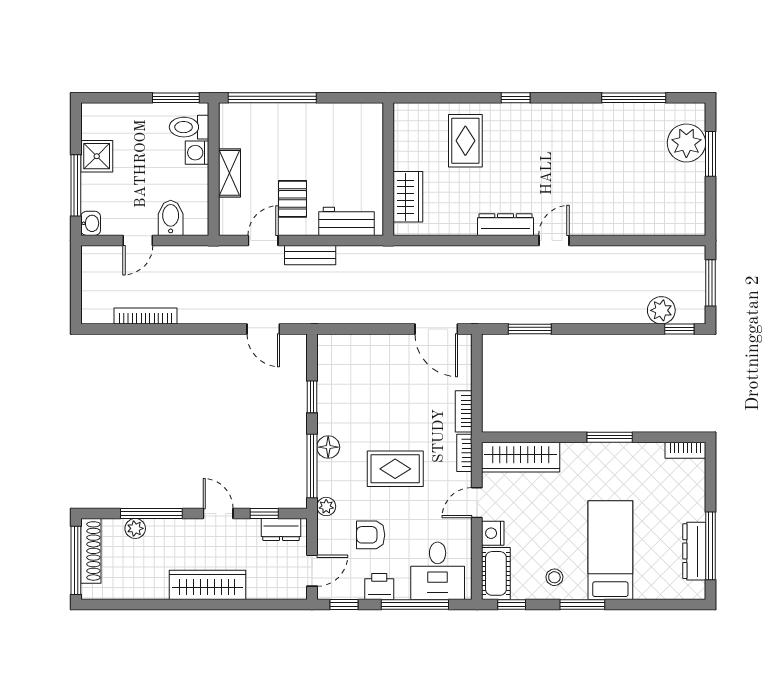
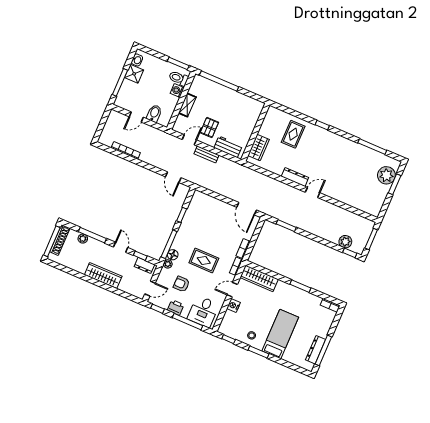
washbasin: (91, 223) -> (137, 60), moved
floor lamp: (328, 447) -> (173, 255), moved
cot: (496, 573) -> (227, 323), removed

